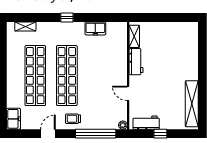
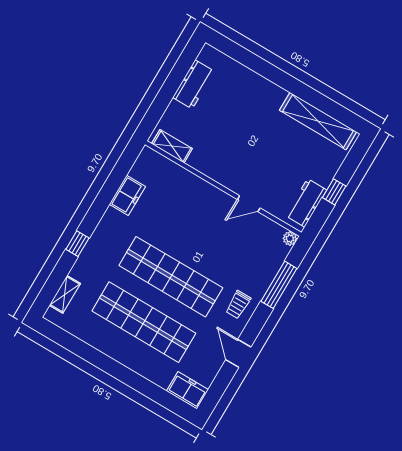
window: (67, 17) -> (77, 244), moved
workbench: (136, 62) -> (194, 84), moved, turned 90
window: (96, 134) -> (279, 285), width x0.68

